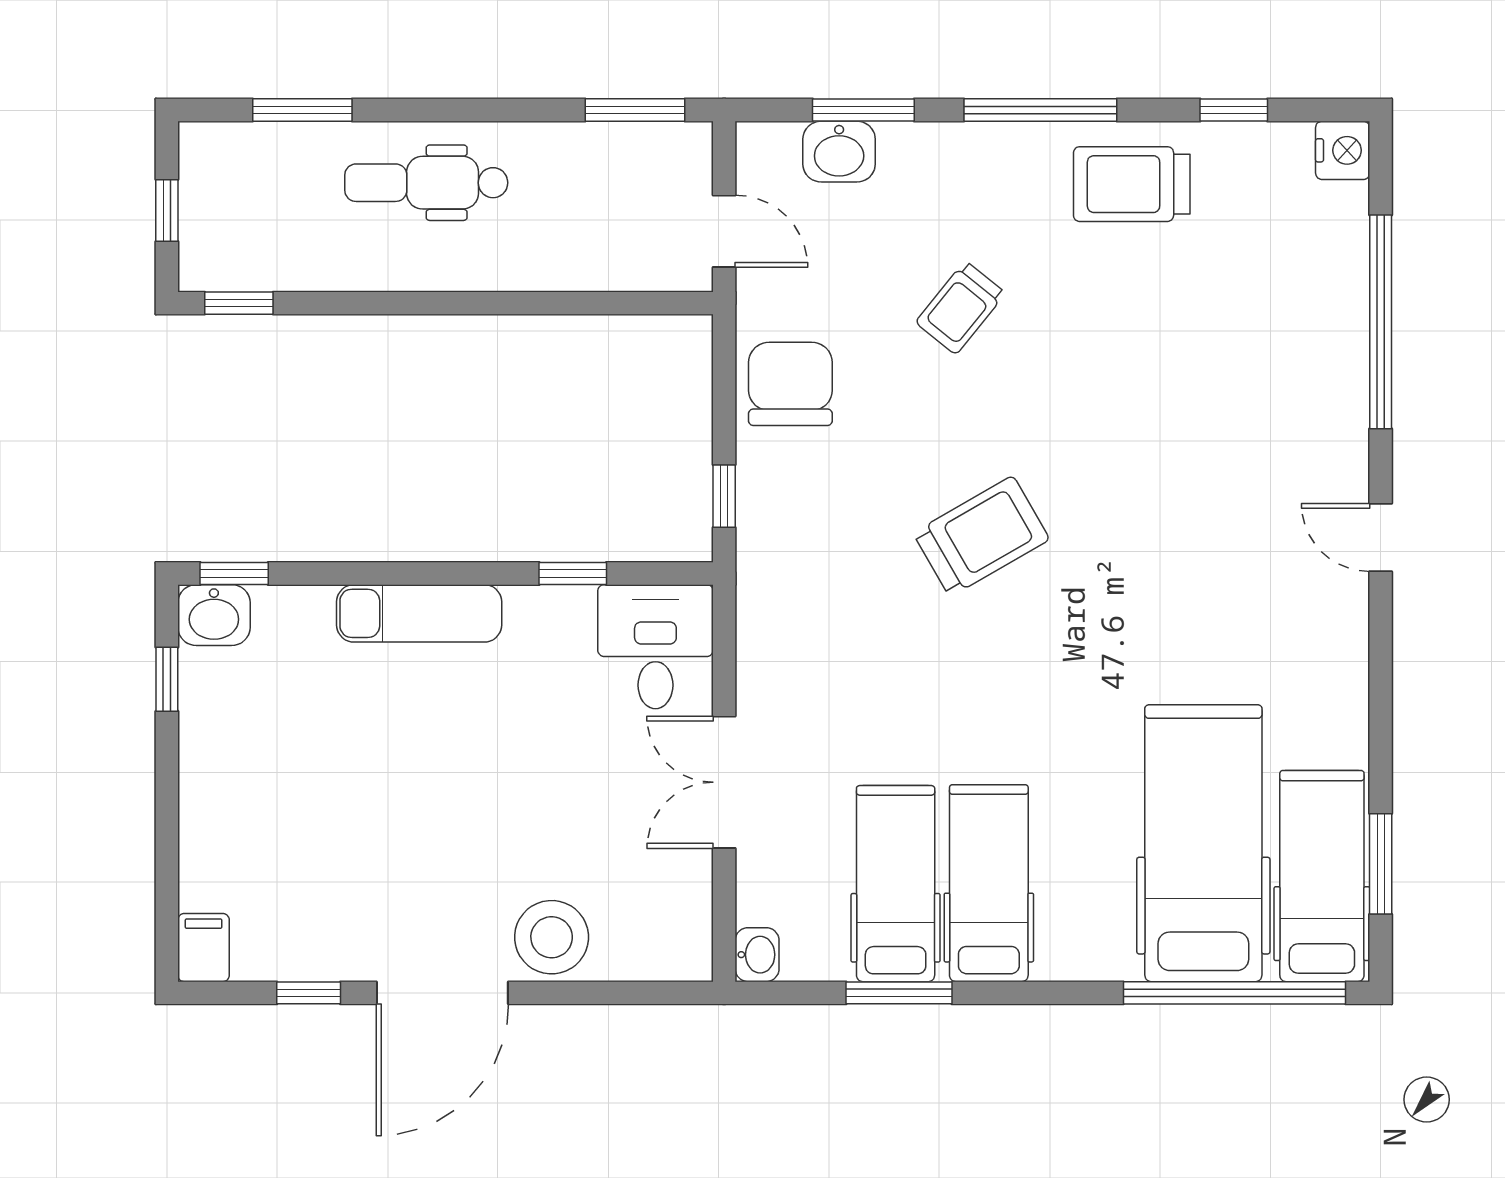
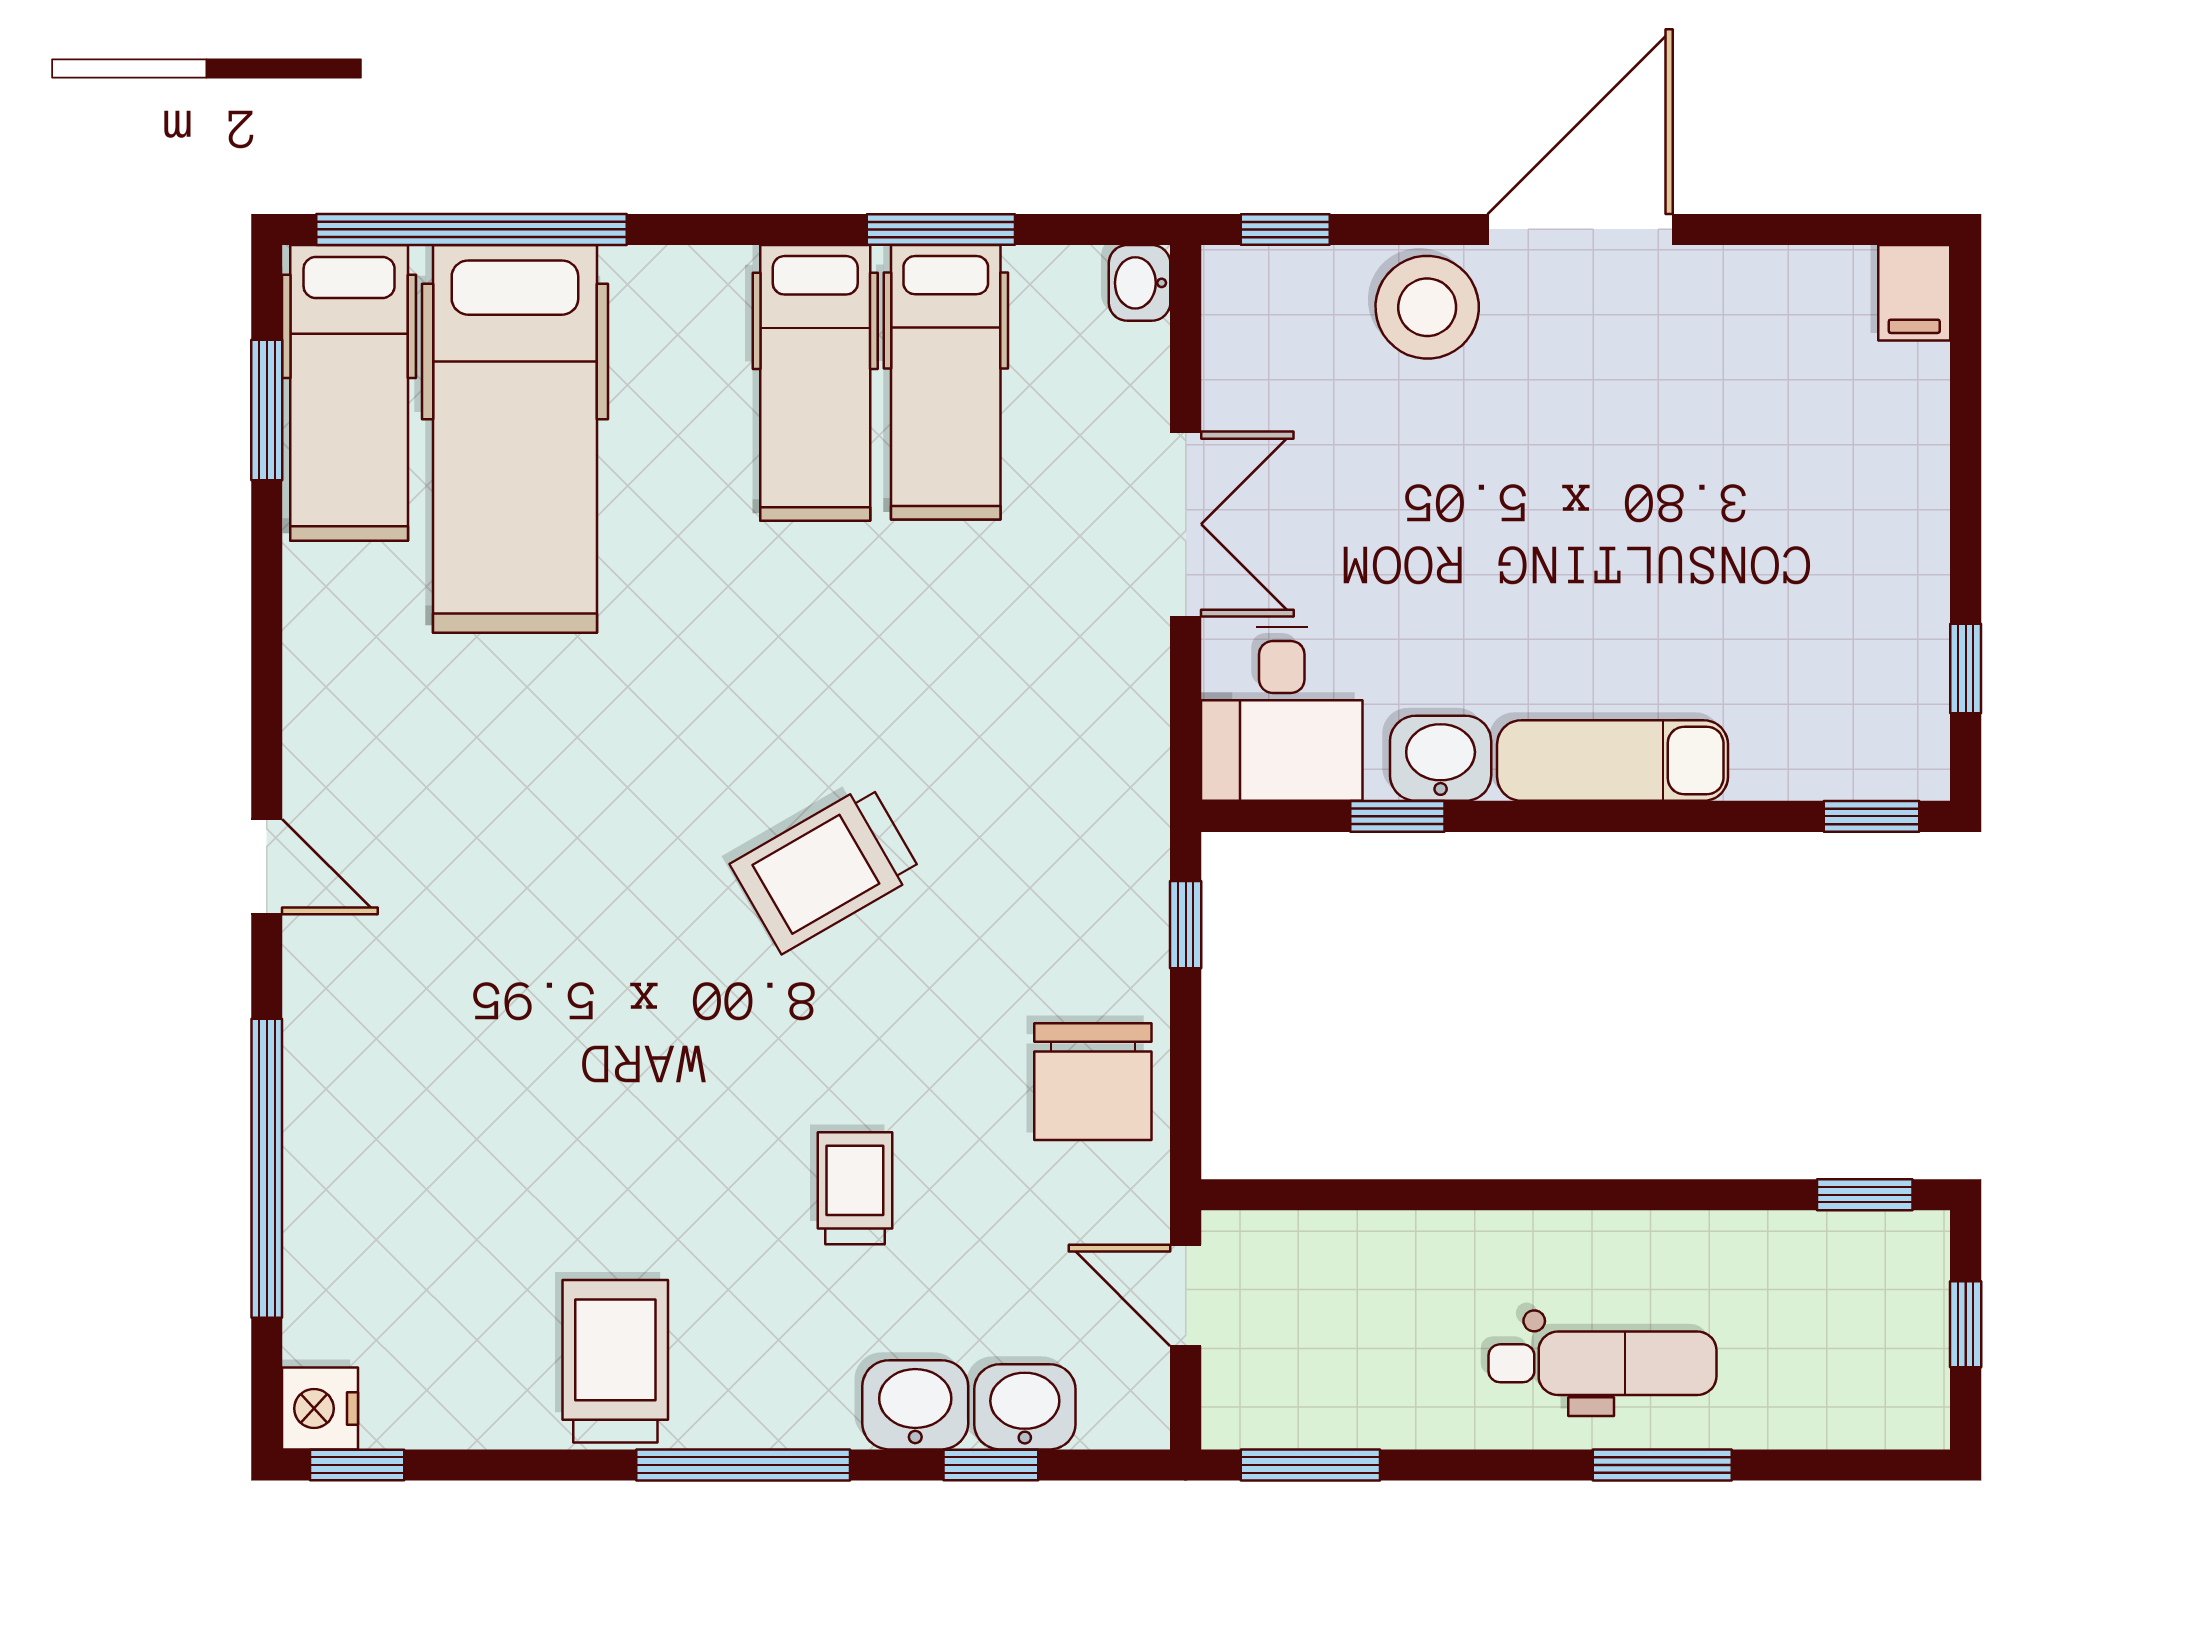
window: (302, 110) -> (1662, 1465), moved
window: (863, 110) -> (991, 1465), width x0.67
window: (1234, 110) -> (357, 1465), moved
washbasin: (917, 153) -> (915, 1405), added
trolley: (1132, 184) -> (615, 1361), turned -90
trolley: (960, 308) -> (855, 1188), turned -39
washbasin: (214, 615) -> (1441, 758), moved
window: (309, 993) -> (1285, 229), moved

